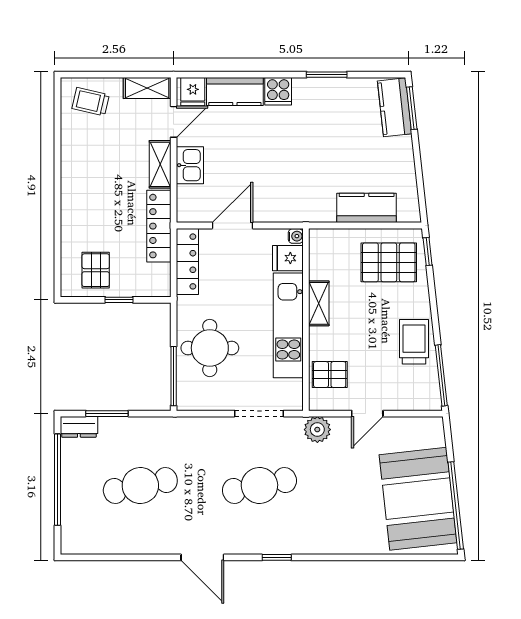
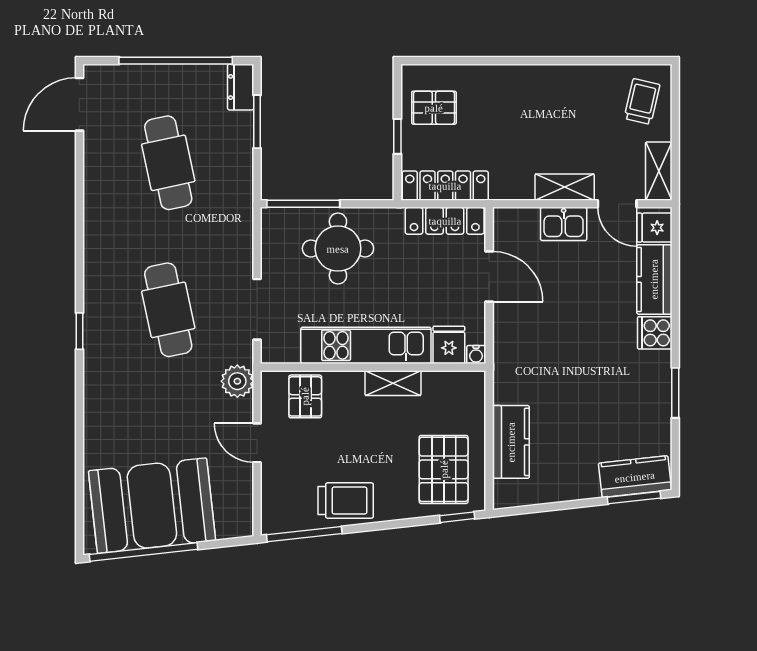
locker: (159, 226) -> (445, 186), moved
door: (202, 557) -> (79, 104), moved

